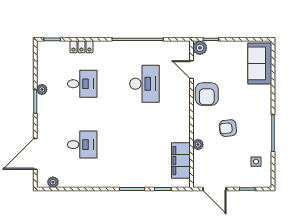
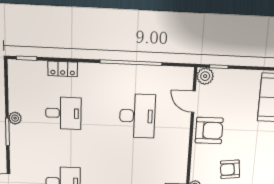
armchair: (207, 94) -> (209, 131), turned -90

